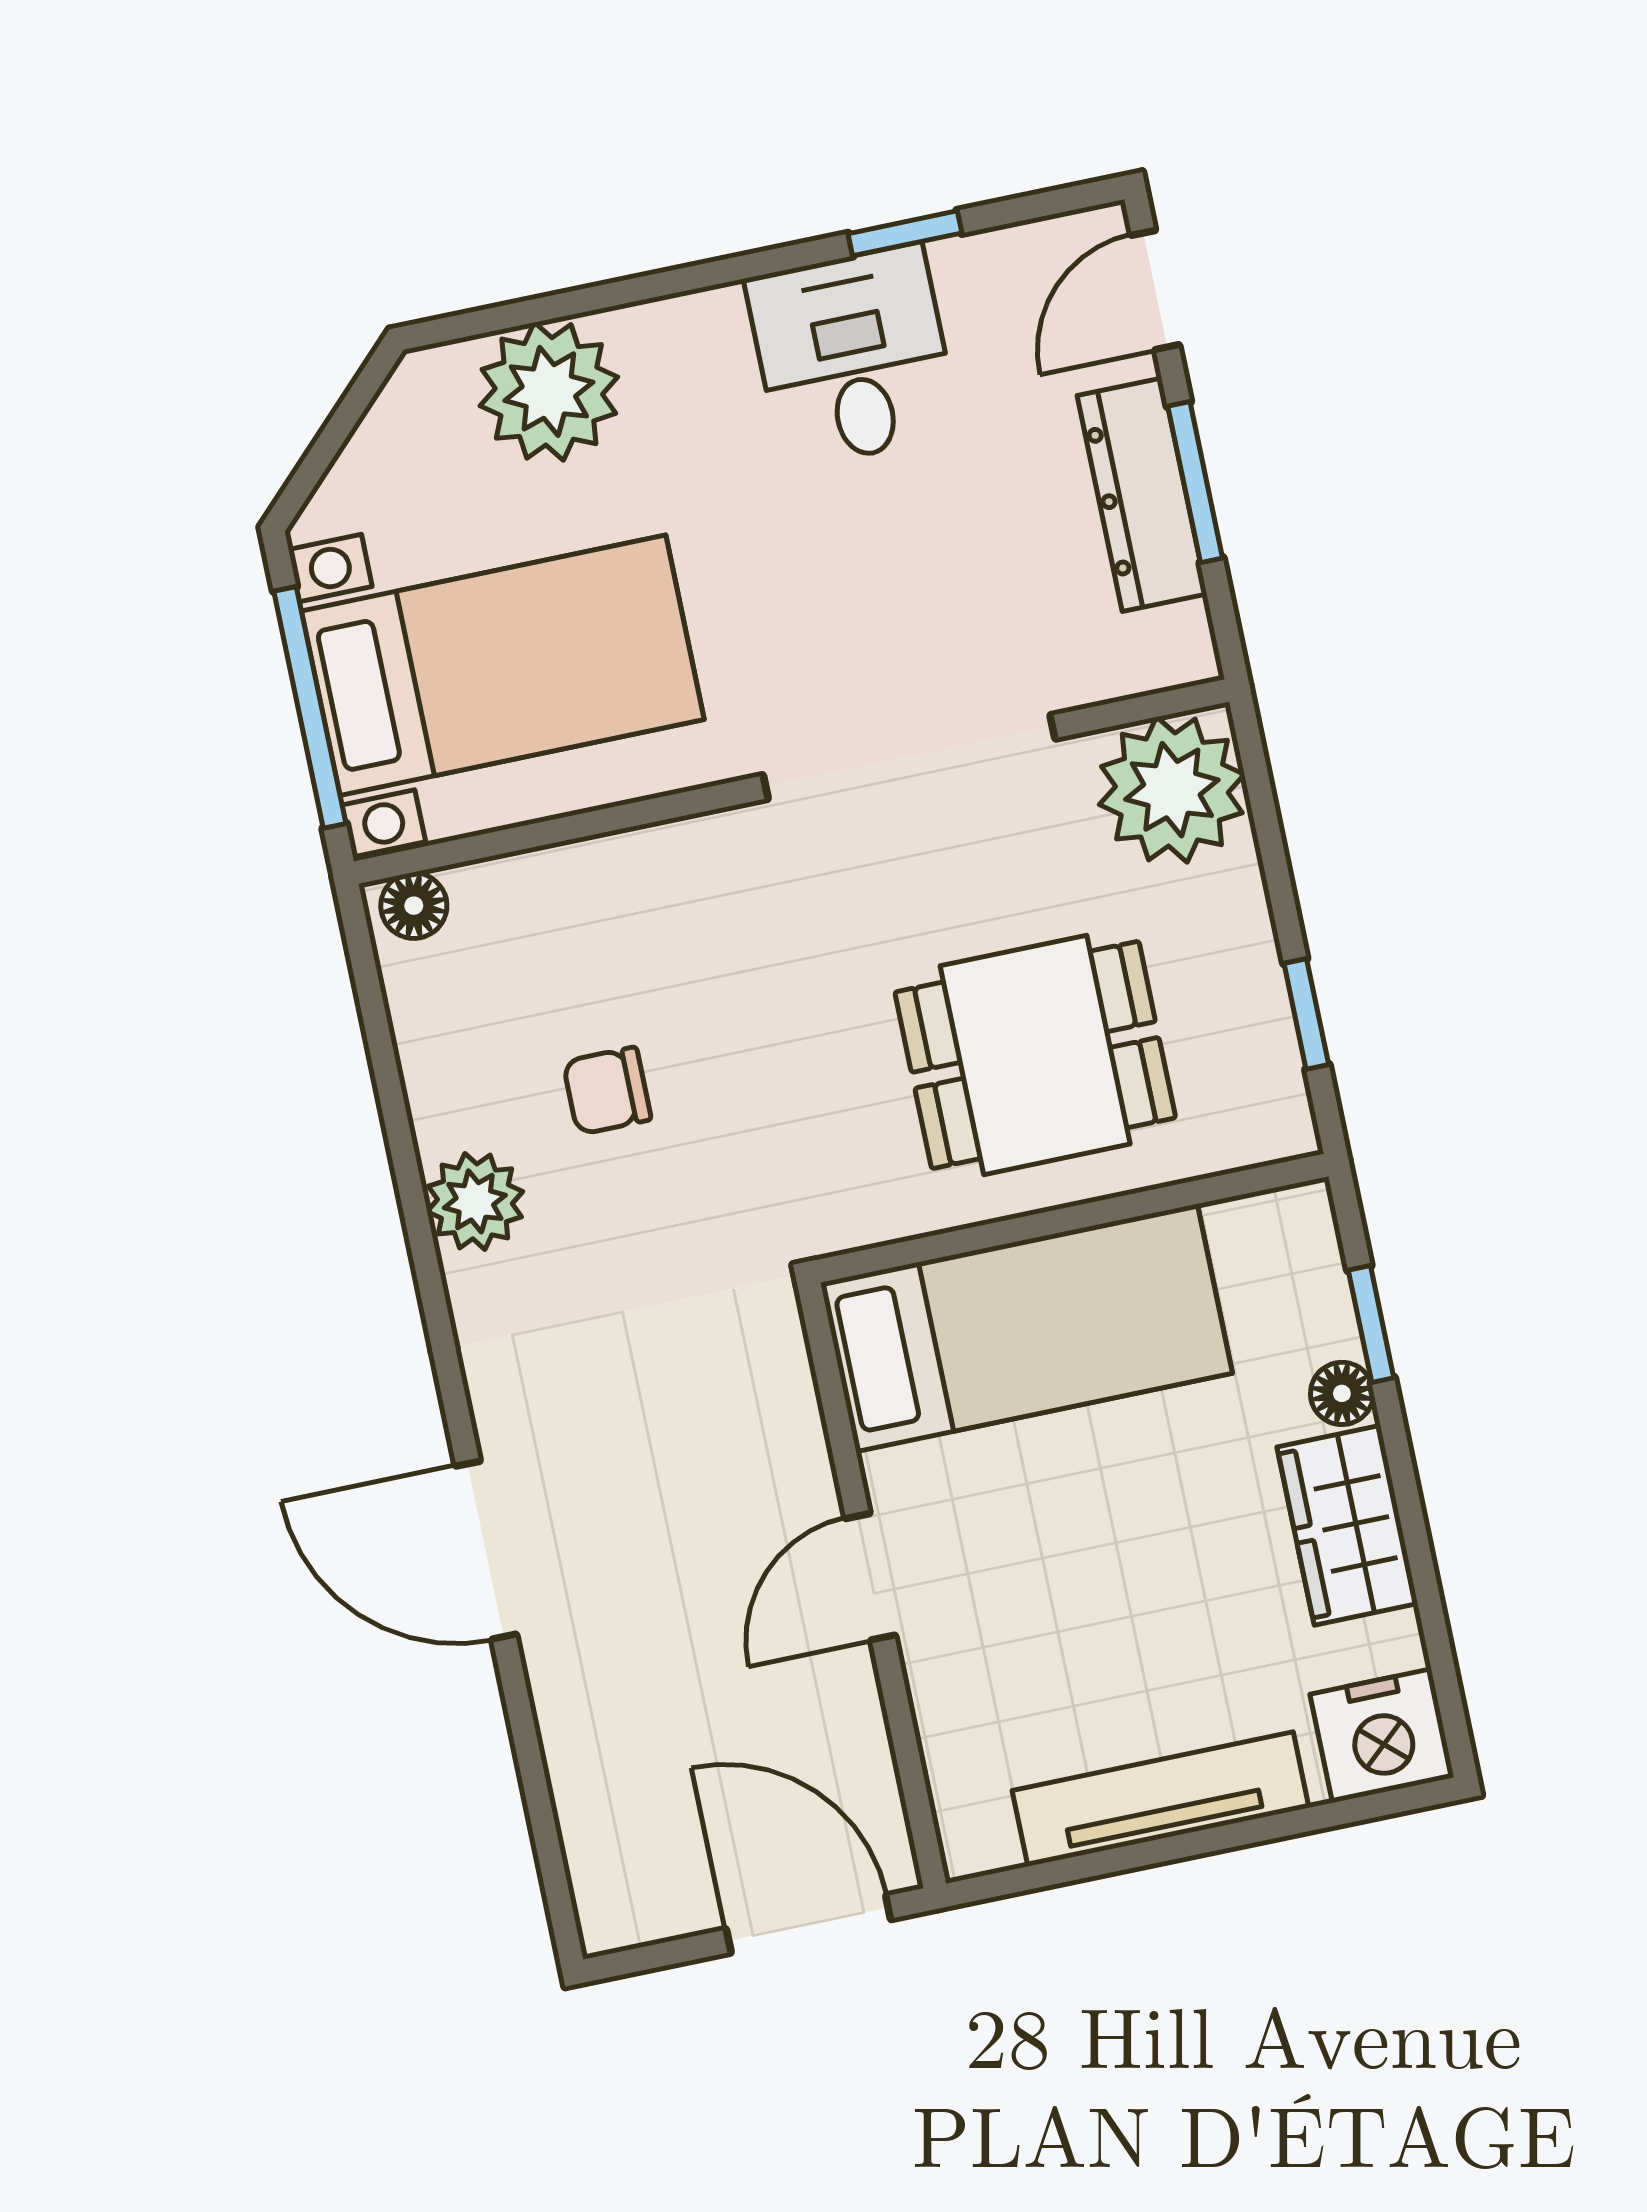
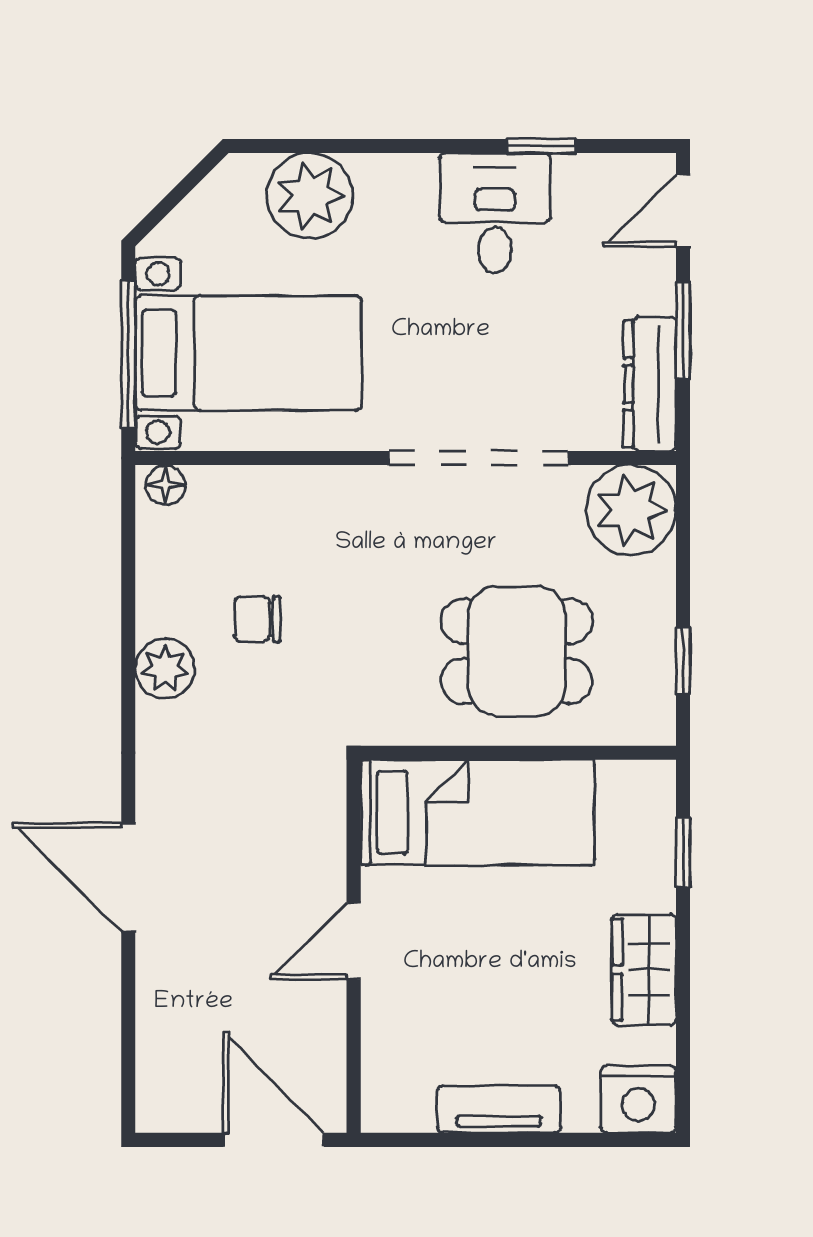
dresser: (1142, 495) -> (650, 384), moved
floor lamp: (1342, 1393) -> (657, 891), removed
tv unit: (1161, 1799) -> (499, 1109), width x0.71

